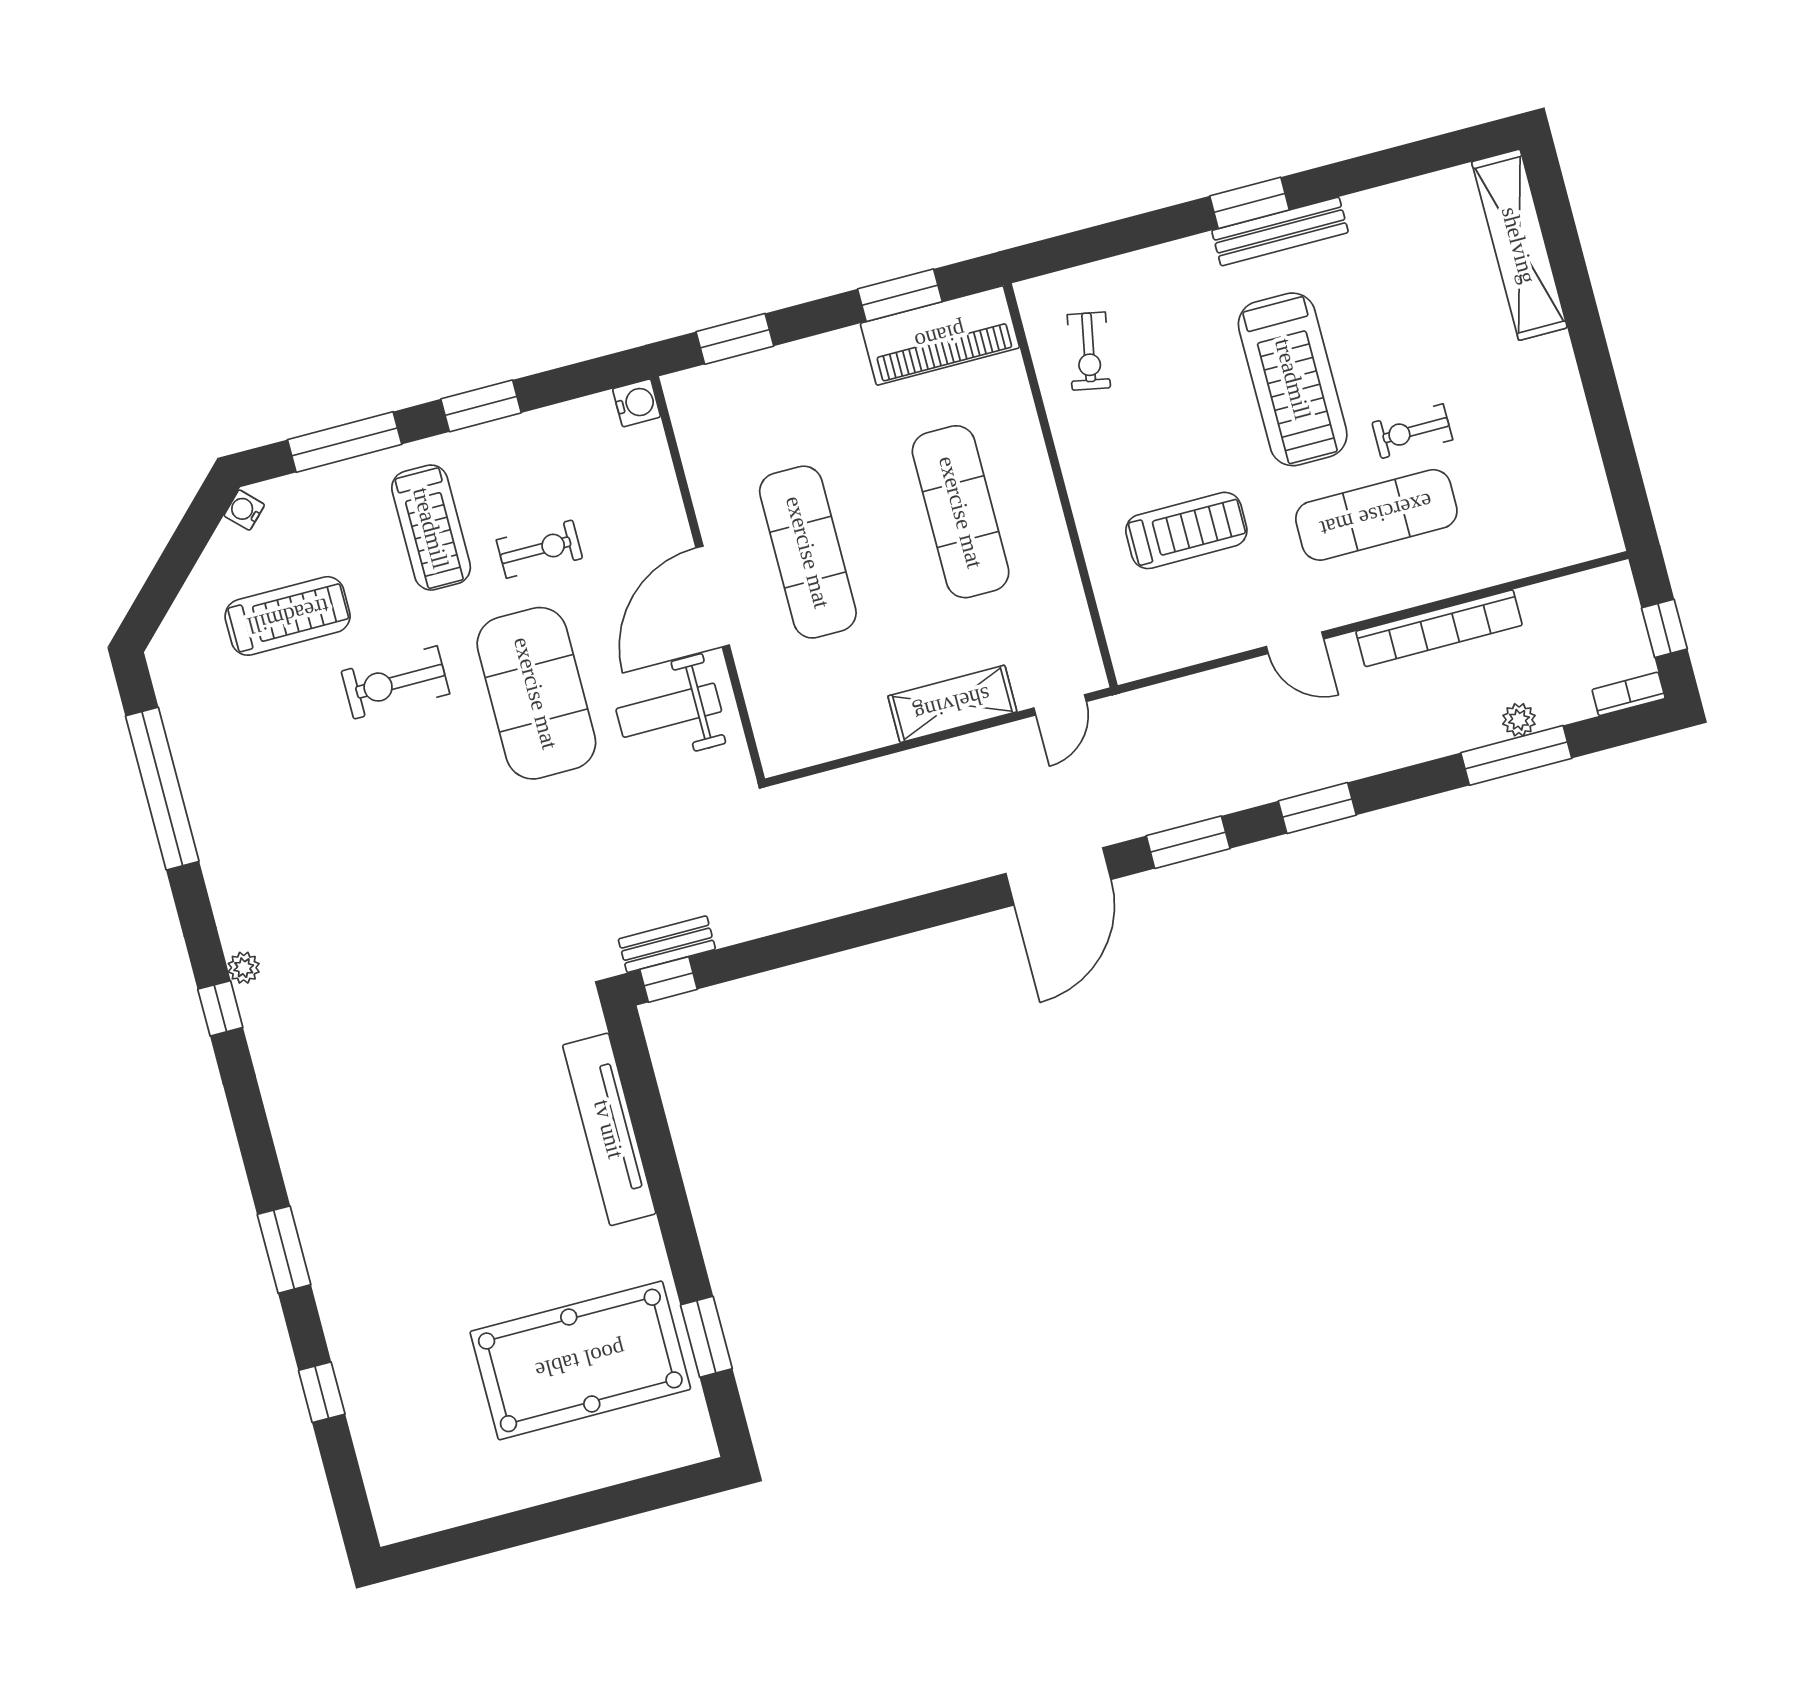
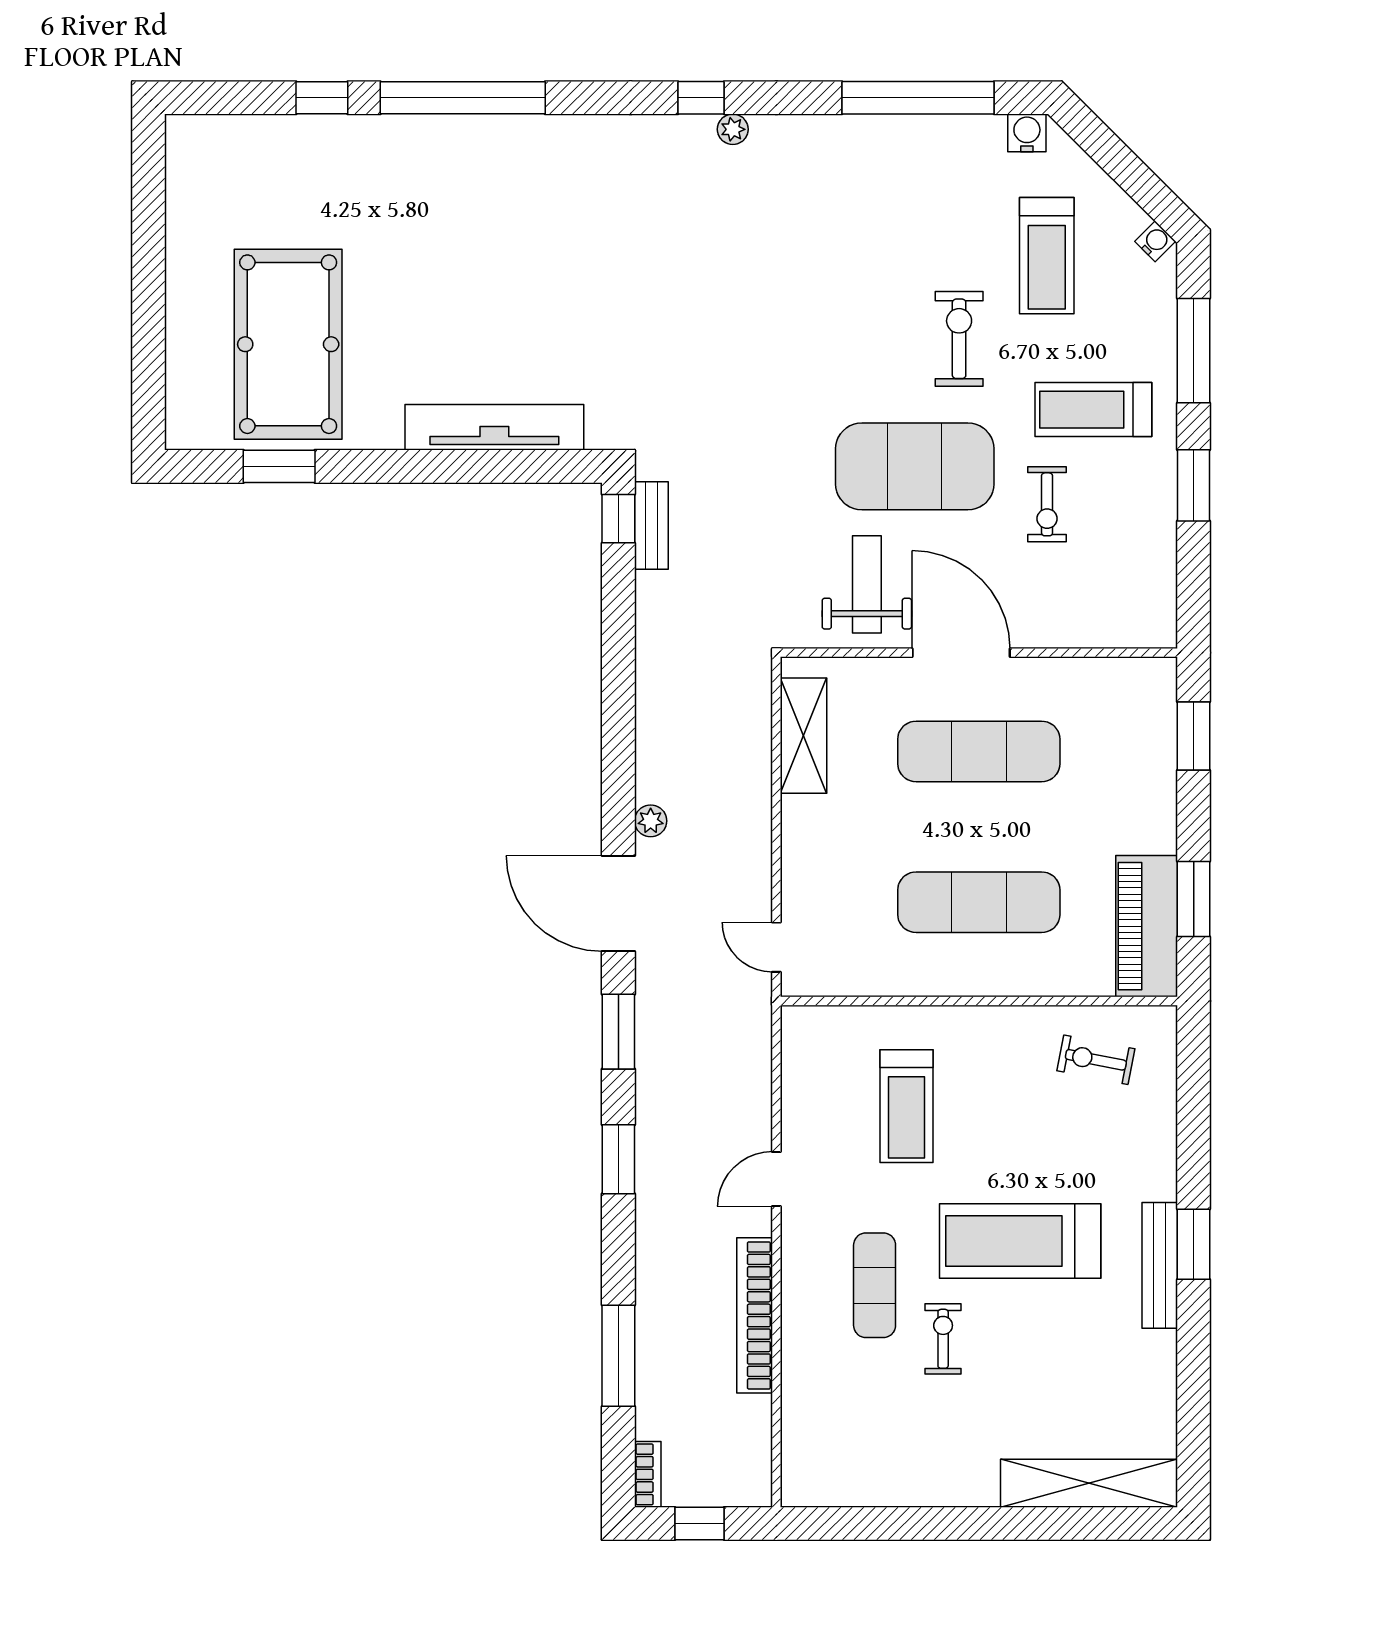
water cooler: (637, 403) -> (1027, 133), moved, turned 180
exercise mat: (1376, 515) -> (875, 1285), width x0.73, depth x0.69
shelving: (952, 704) -> (803, 736), moved
plant: (1519, 720) -> (651, 821), moved
window: (284, 1250) -> (463, 98), width x2.11

